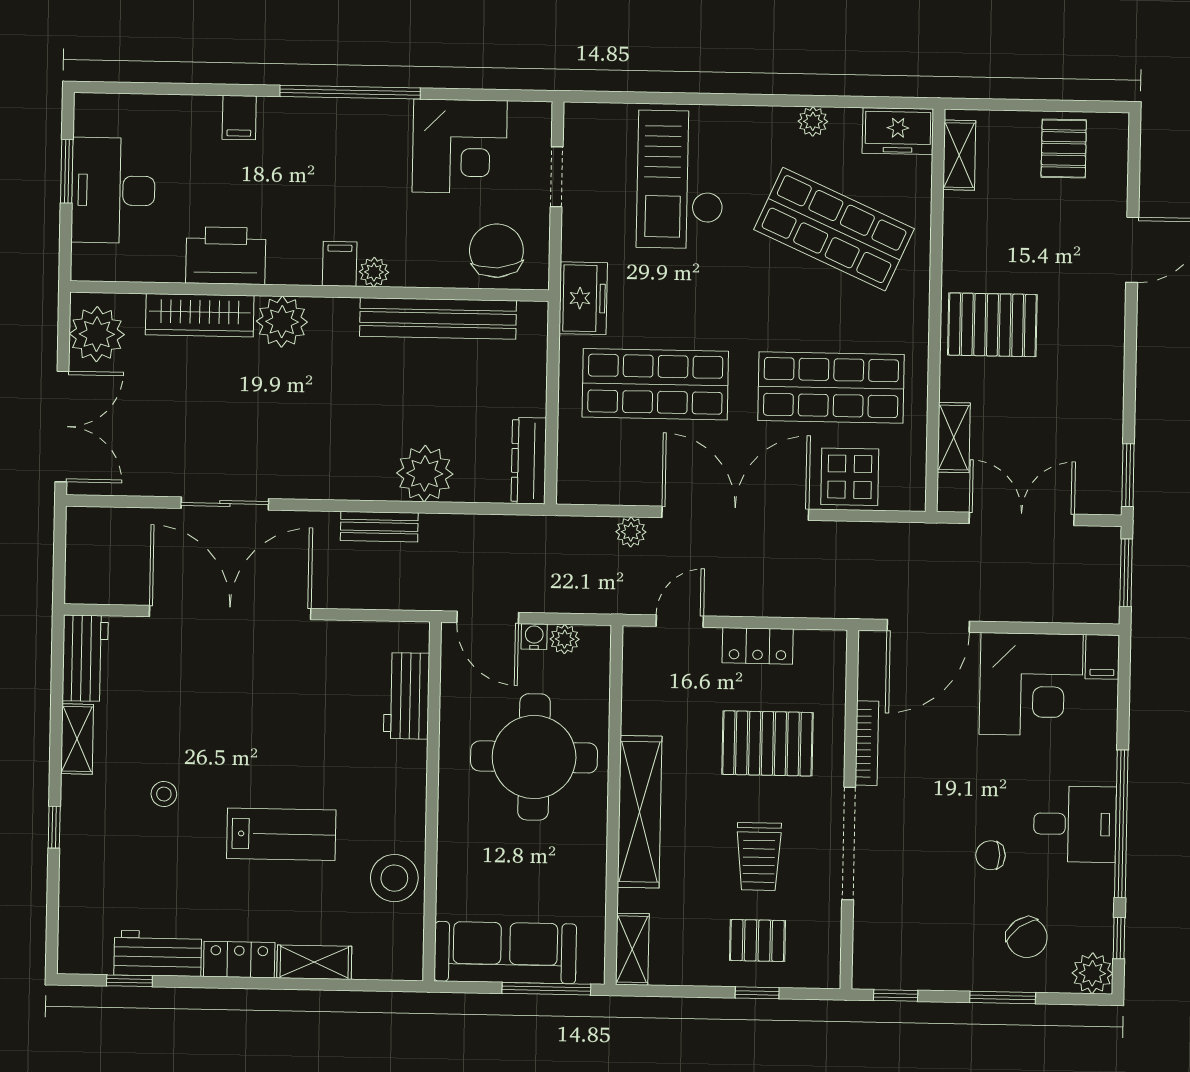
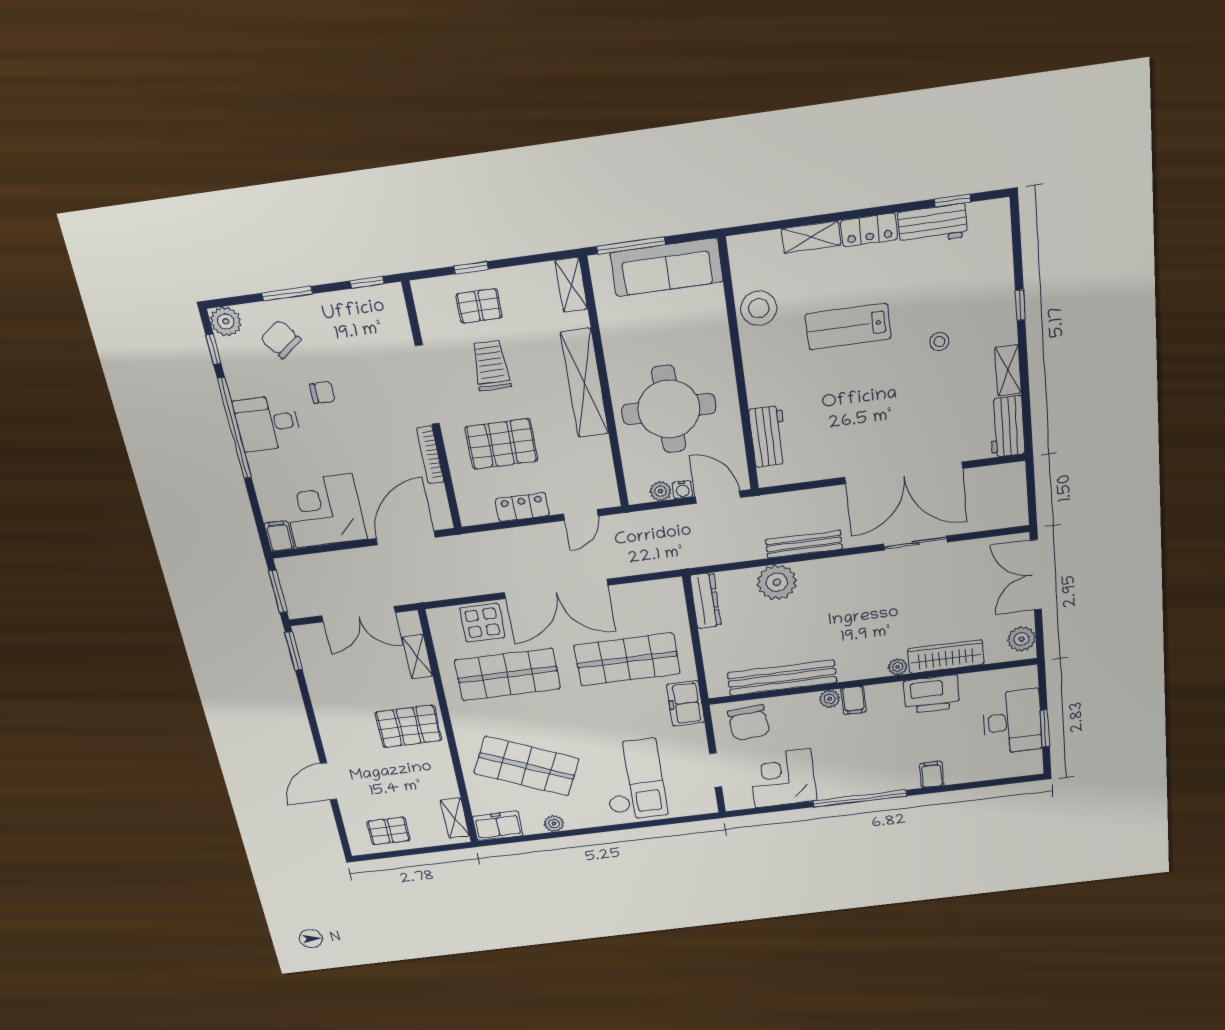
pallet: (1064, 149) -> (389, 831), turned 90
plant: (282, 322) -> (898, 667), width x0.53, depth x0.53
plant: (97, 334) -> (1022, 639), width x0.73, depth x0.73
bench: (379, 527) -> (804, 544), width x1.36
plant: (631, 532) -> (626, 567), removed

